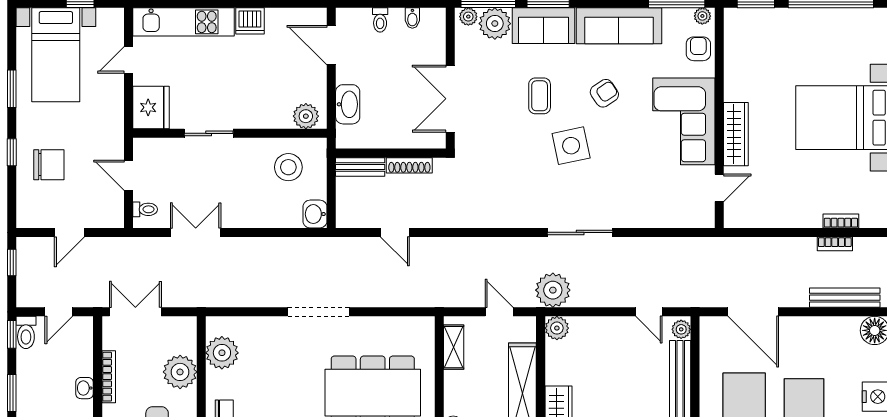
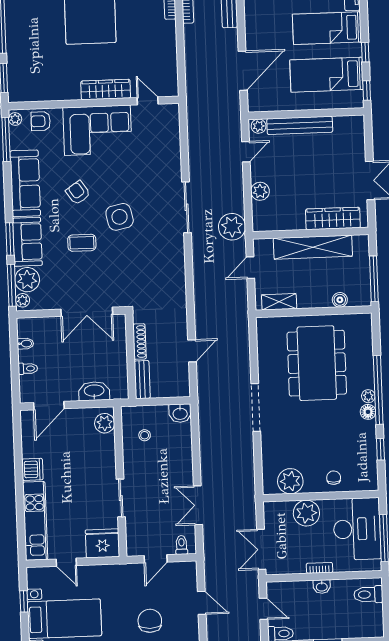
stool: (288, 167) -> (145, 435), width x0.53, depth x0.53
plant: (557, 328) -> (260, 191), moved
bookcase: (109, 377) -> (320, 568), width x0.64

